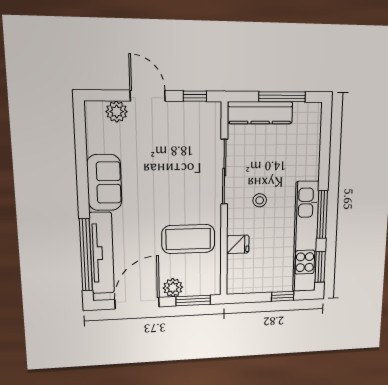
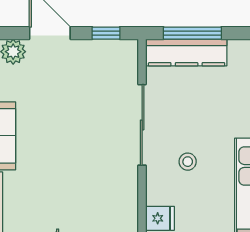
window: (282, 97) -> (192, 33), moved
coffee table: (188, 239) -> (97, 209), removed

